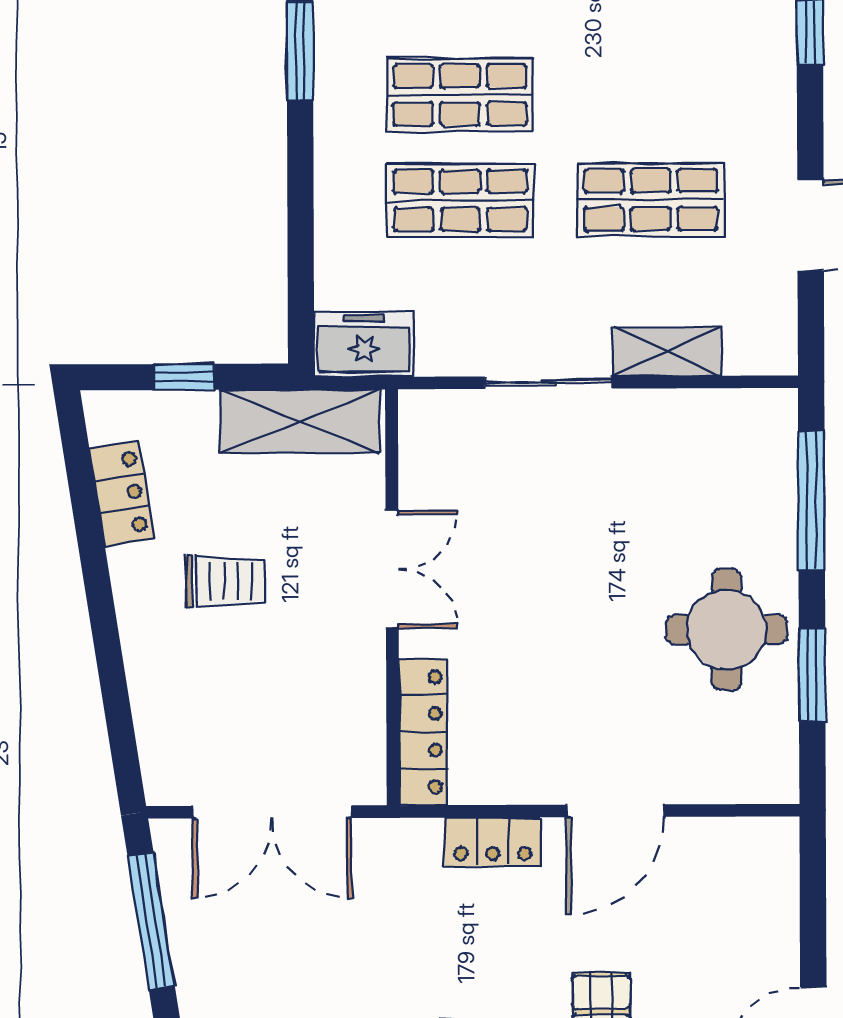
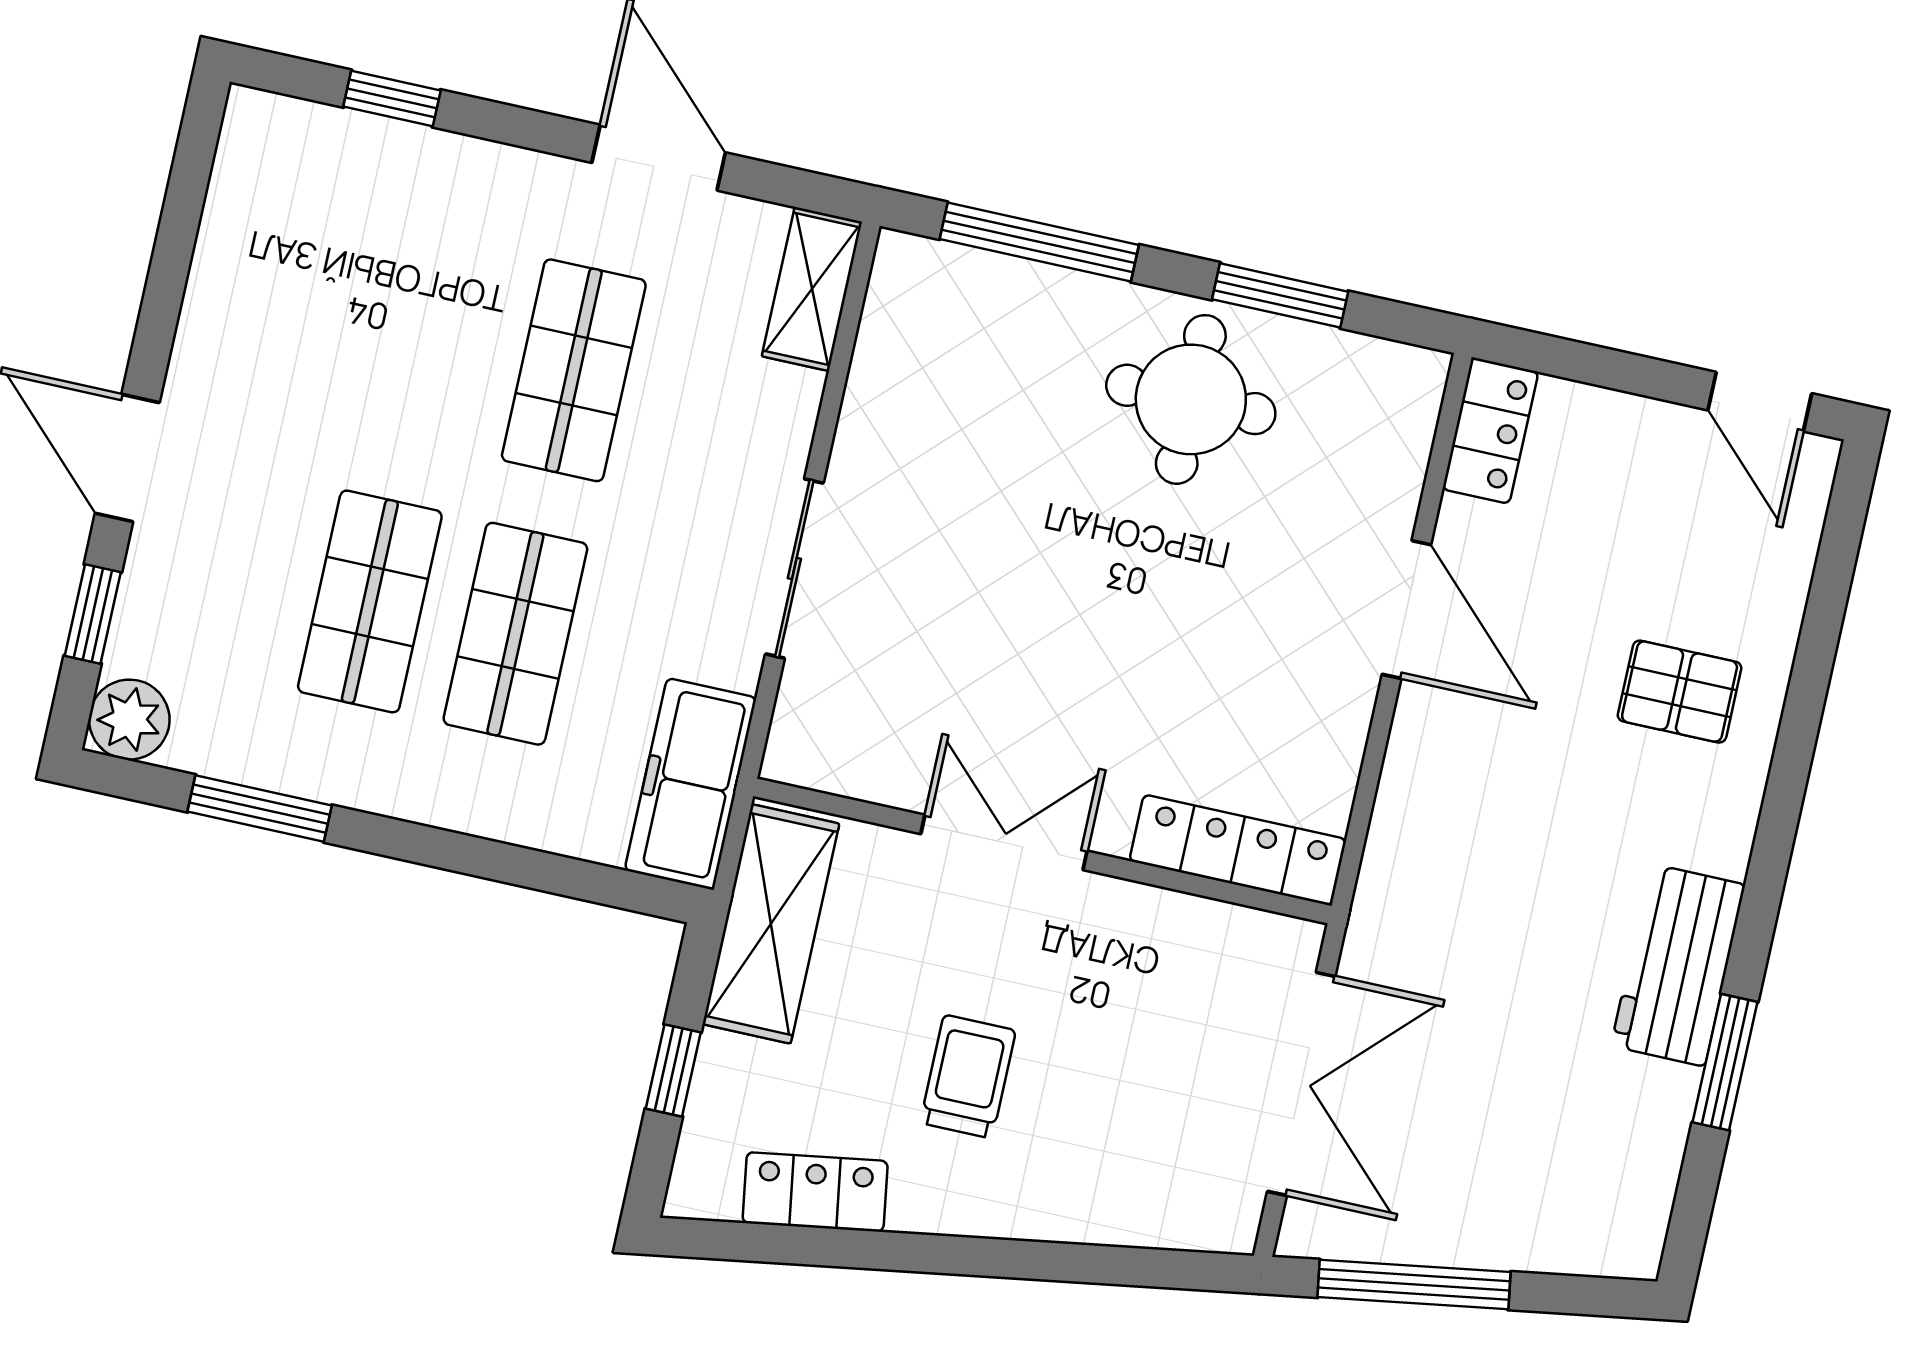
freezer: (364, 344) -> (691, 784), width x1.40
shelving: (667, 351) -> (812, 289), moved
locker: (493, 842) -> (1490, 431), moved

